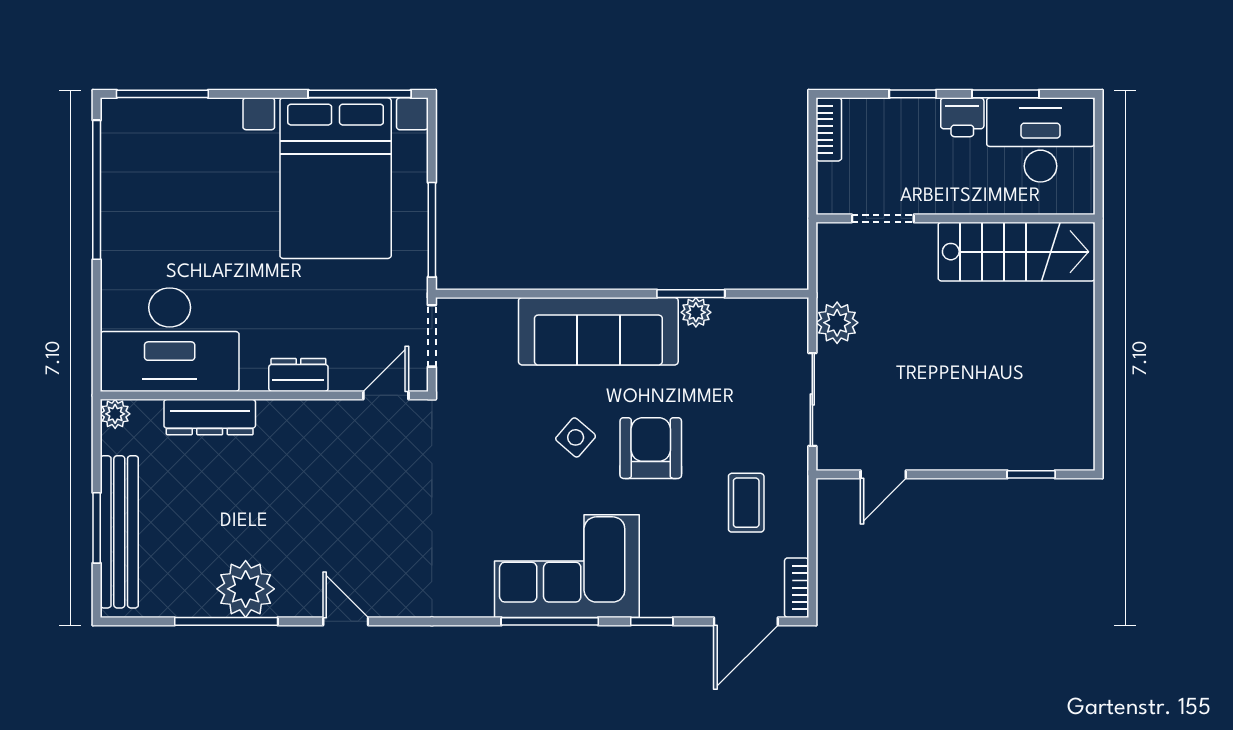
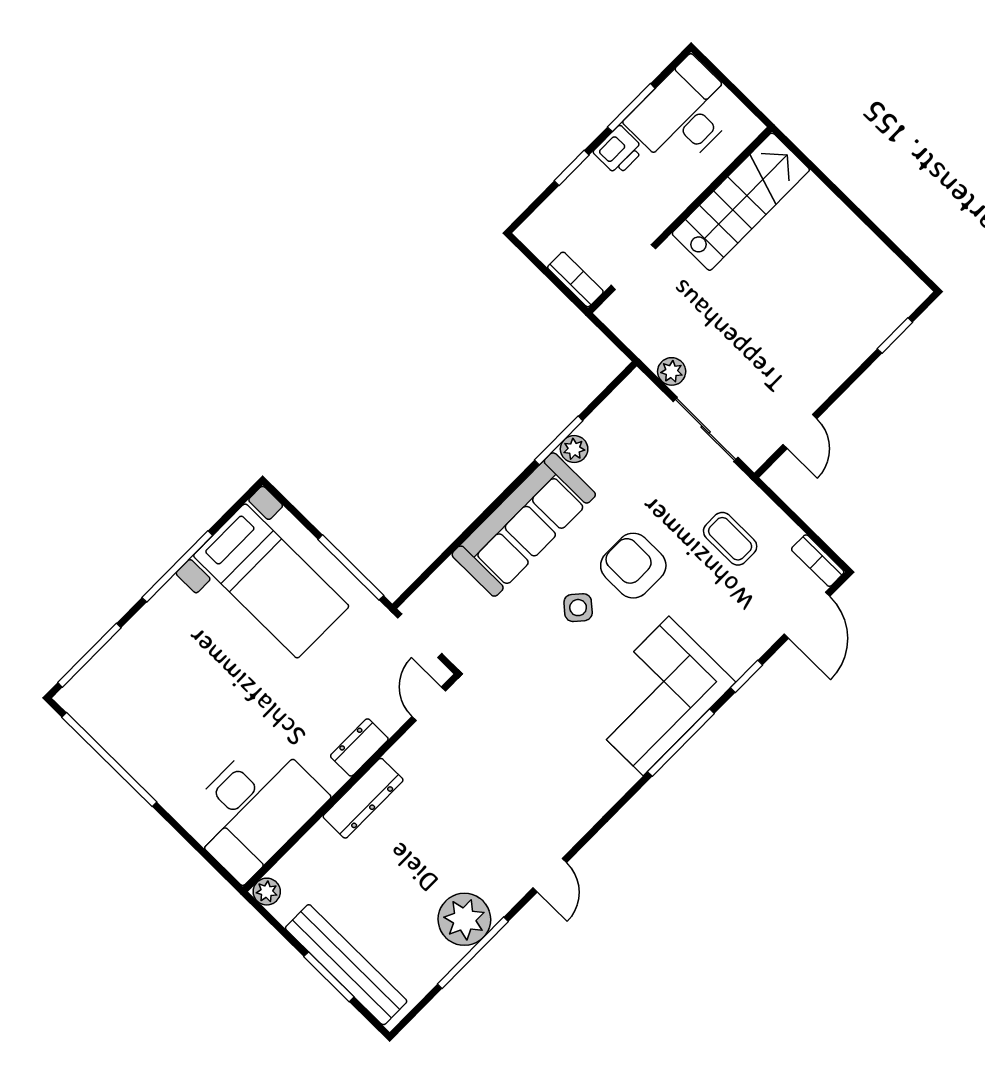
window: (360, 94) -> (177, 566), moved
bookcase: (829, 129) -> (575, 279), moved
bed with nightstands: (336, 178) -> (271, 581), width x0.73
plant: (837, 323) -> (672, 371), width x0.73, depth x0.73
dresser: (210, 417) -> (363, 798), moved
door: (346, 621) -> (550, 875), swing flipped

